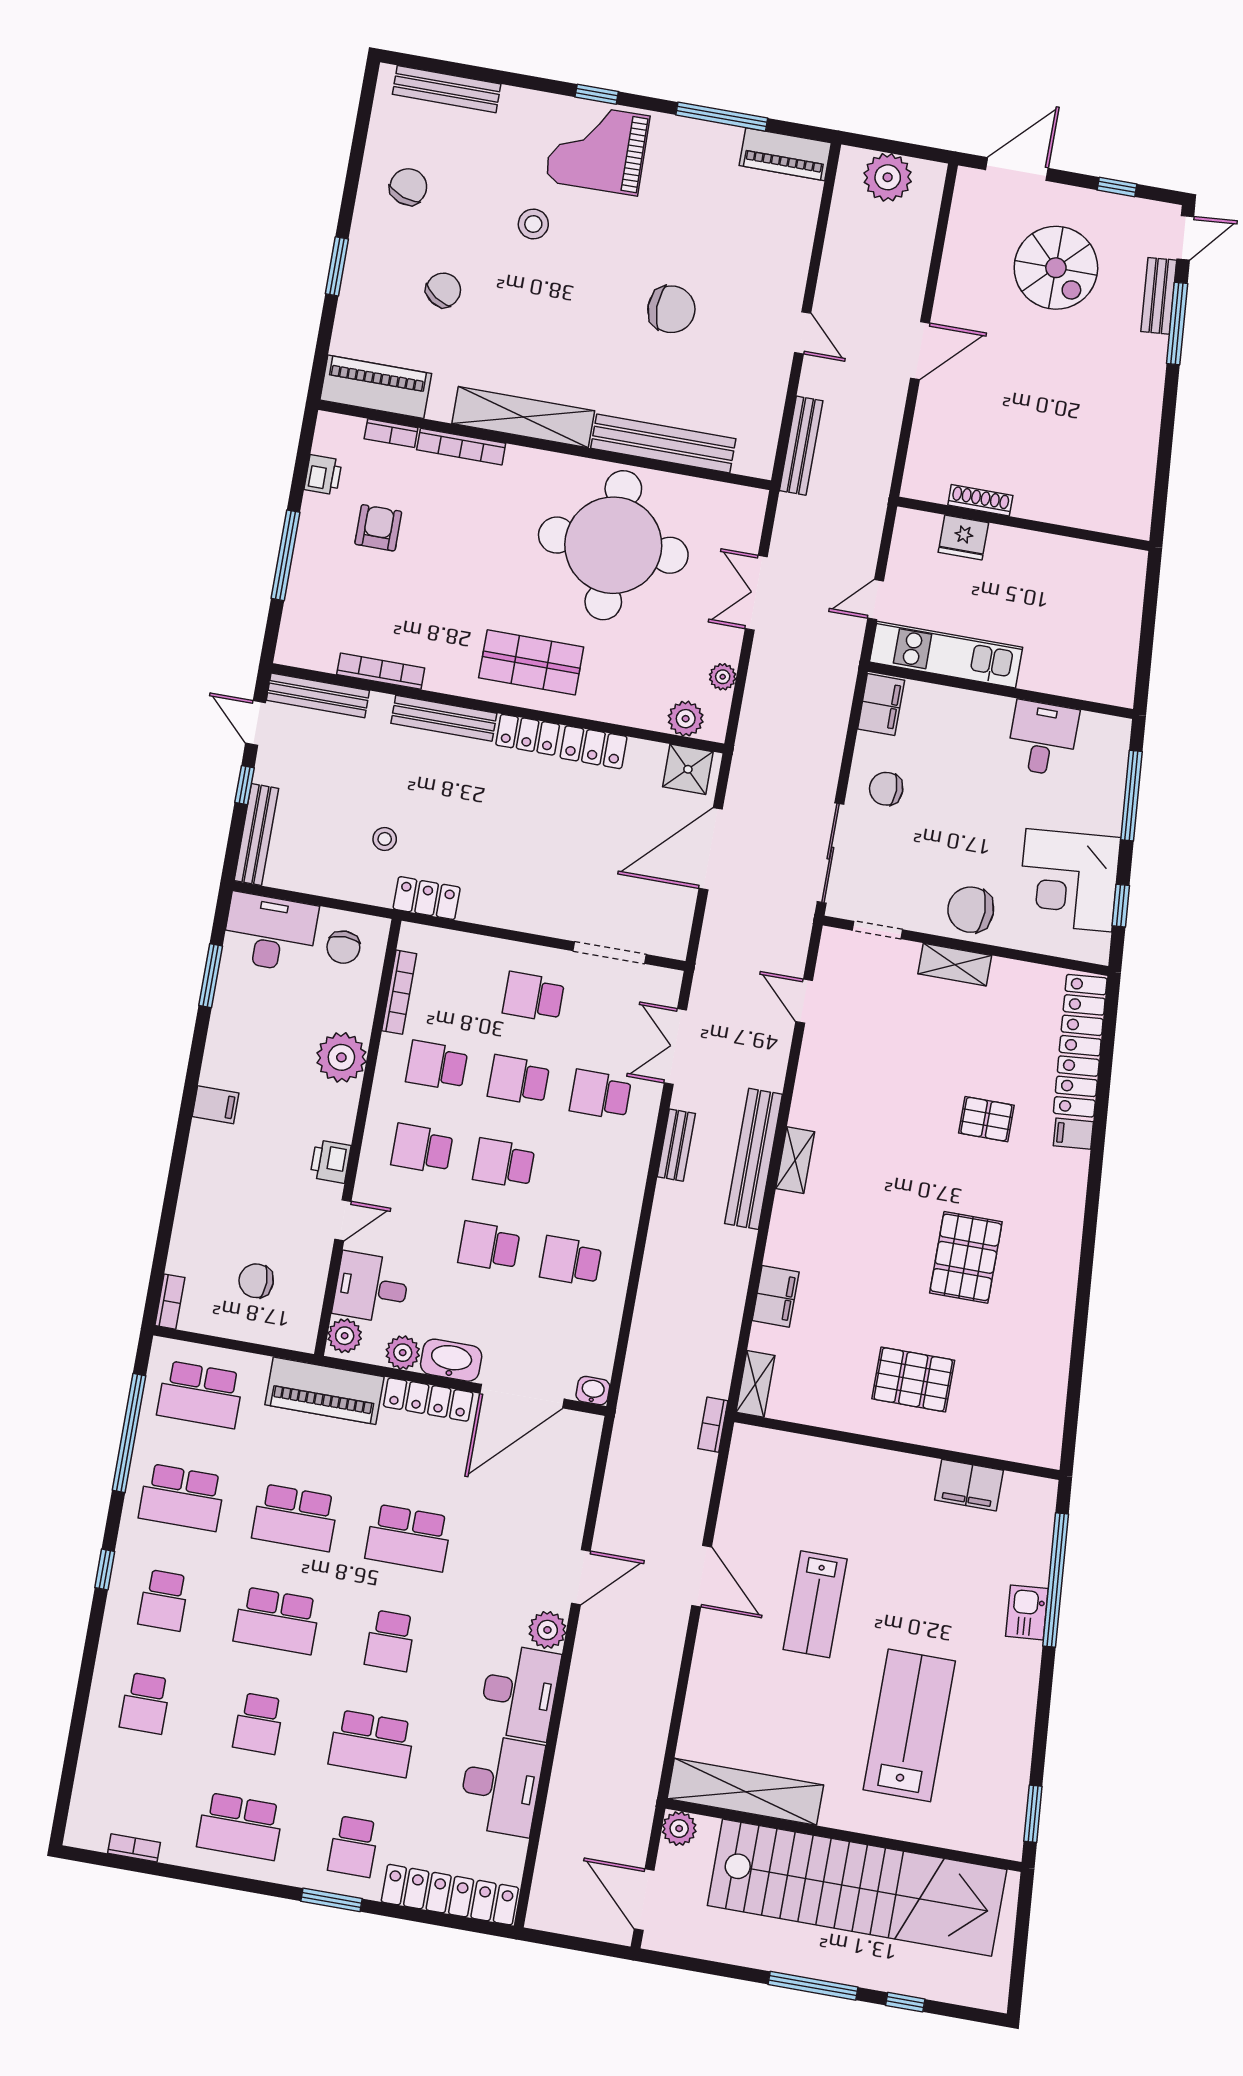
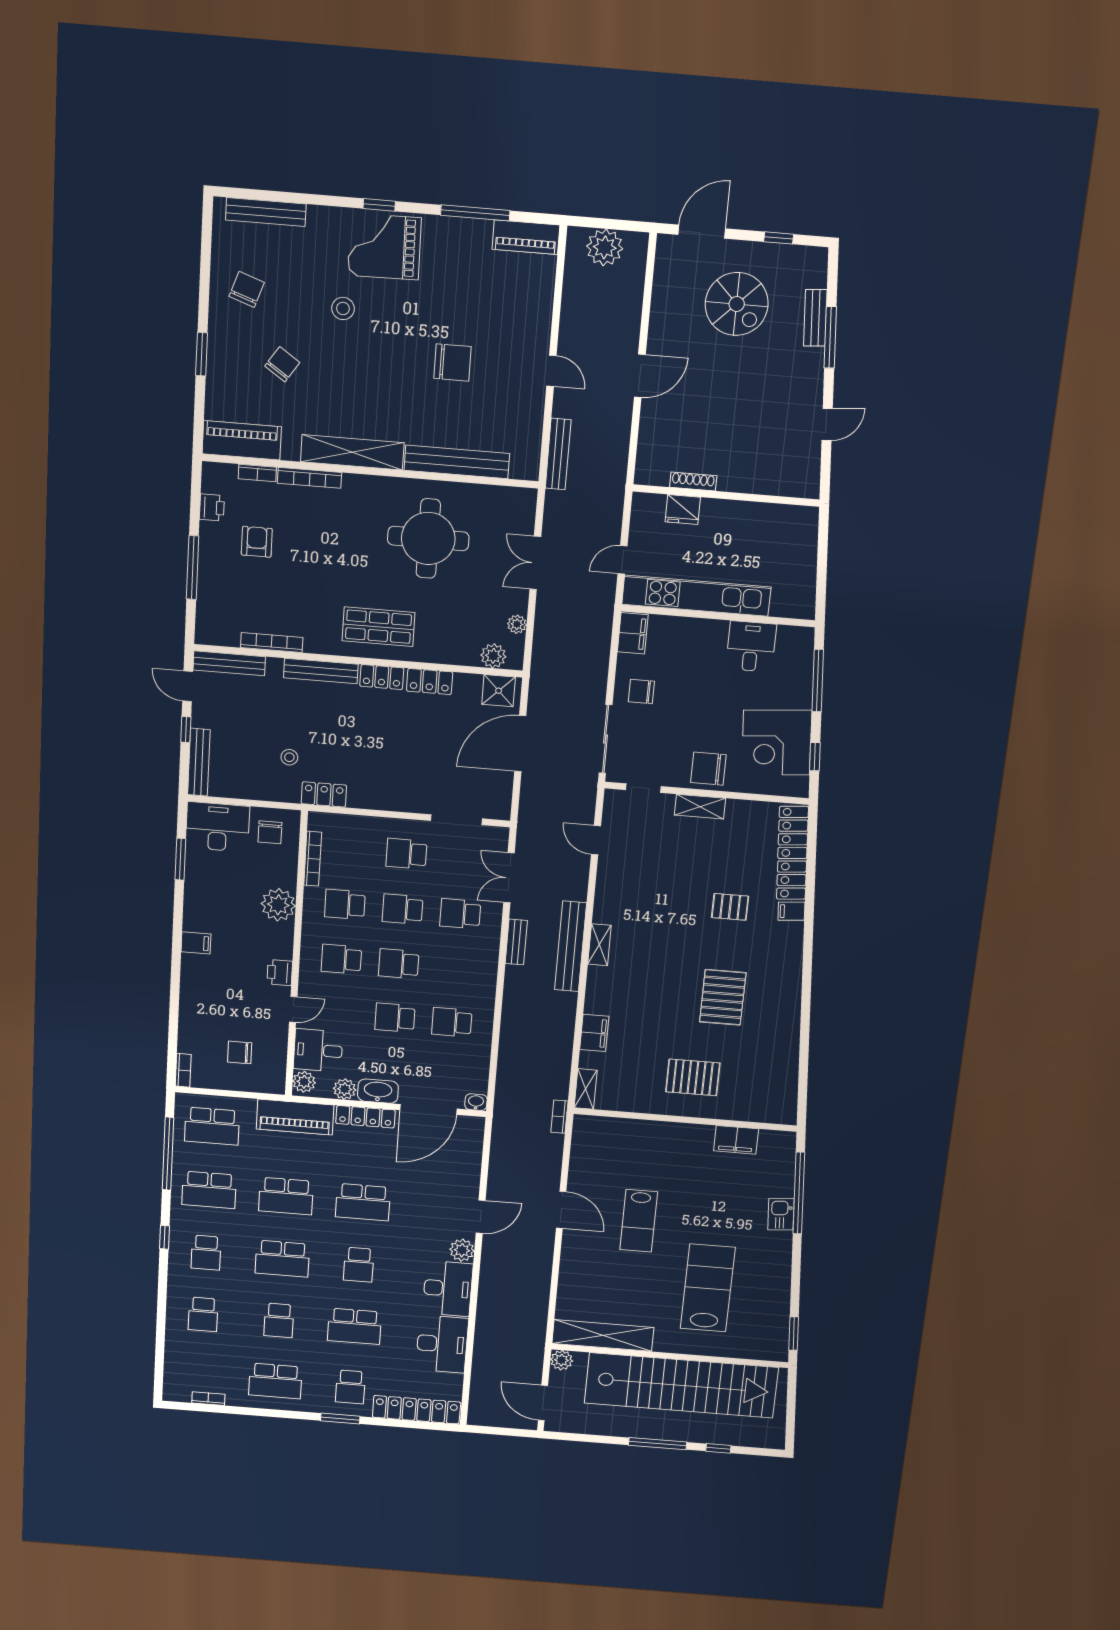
door: (1185, 238) -> (827, 424), moved
round table: (613, 545) -> (428, 538), width x0.73, depth x0.73
kitchen unit: (946, 655) -> (696, 596), width x1.36

